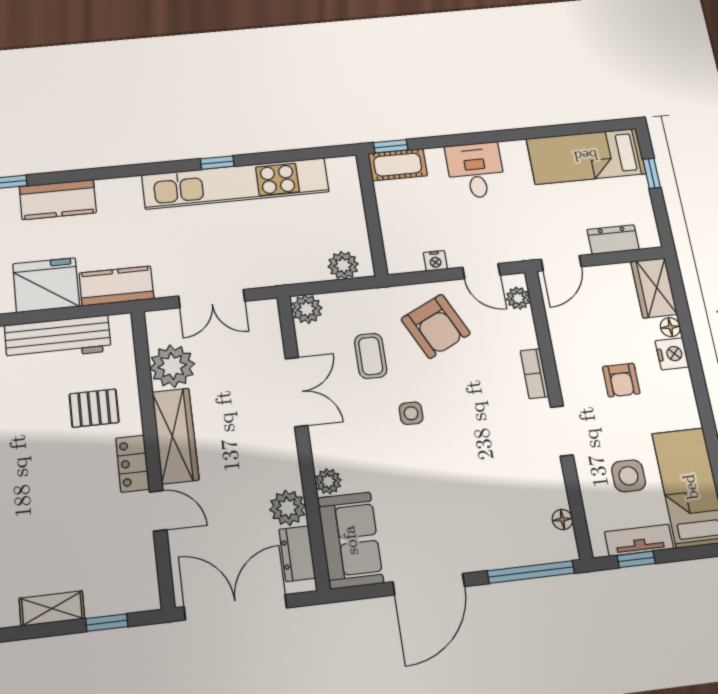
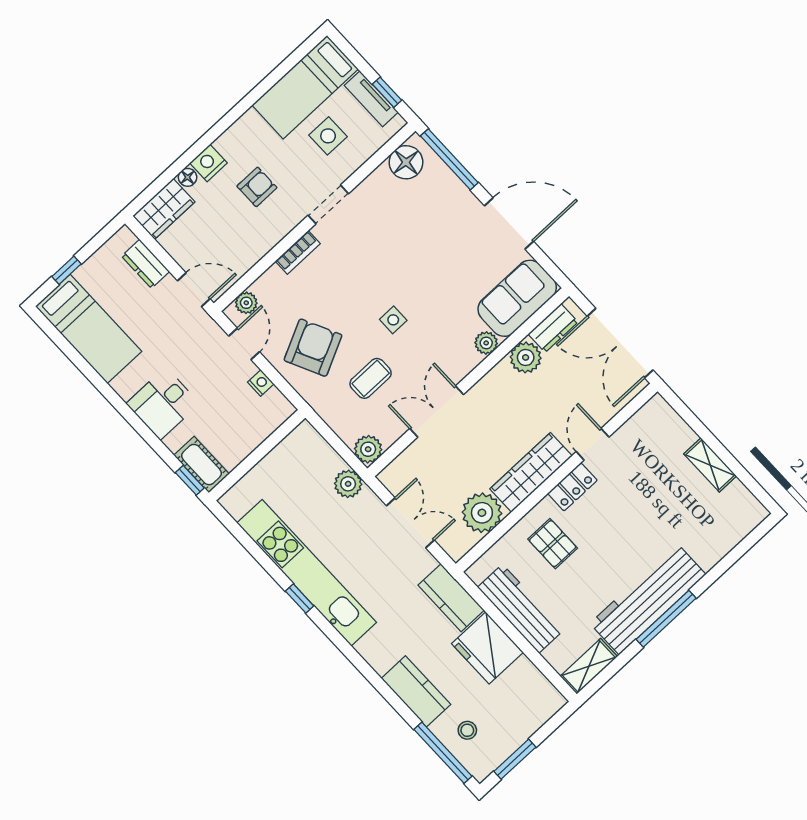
plant: (343, 265) -> (348, 484), moved
floor lamp: (562, 519) -> (406, 162), width x1.89, depth x1.89
window: (107, 623) -> (693, 421), removed

